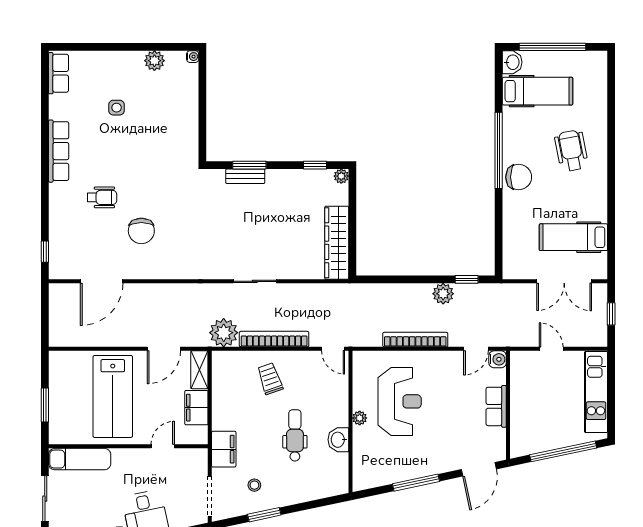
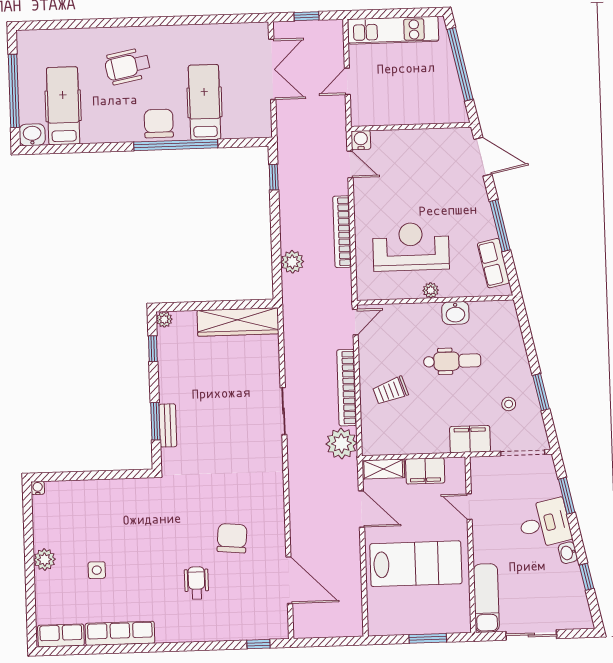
plant: (154, 61) -> (45, 559), moved
window: (499, 150) -> (176, 145), moved
row of seats: (59, 151) -> (120, 633), moved
chair: (141, 231) -> (232, 538), turned -85
hospital bed: (573, 237) -> (205, 102), moved, turned 180
plant: (443, 294) -> (292, 262), moved
row of seats: (496, 406) -> (493, 263), moved, turned 78
dental chair: (295, 435) -> (452, 361), turned 180

